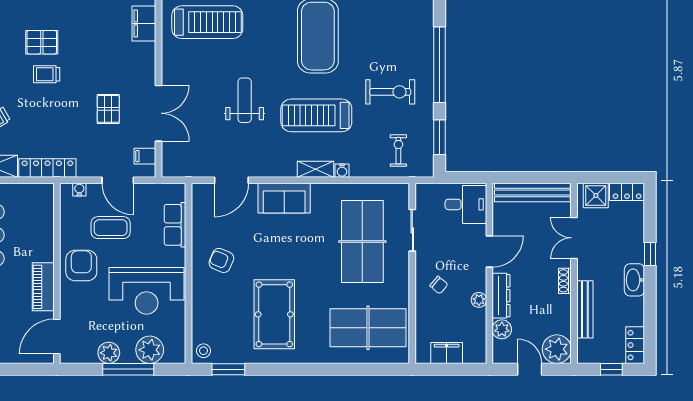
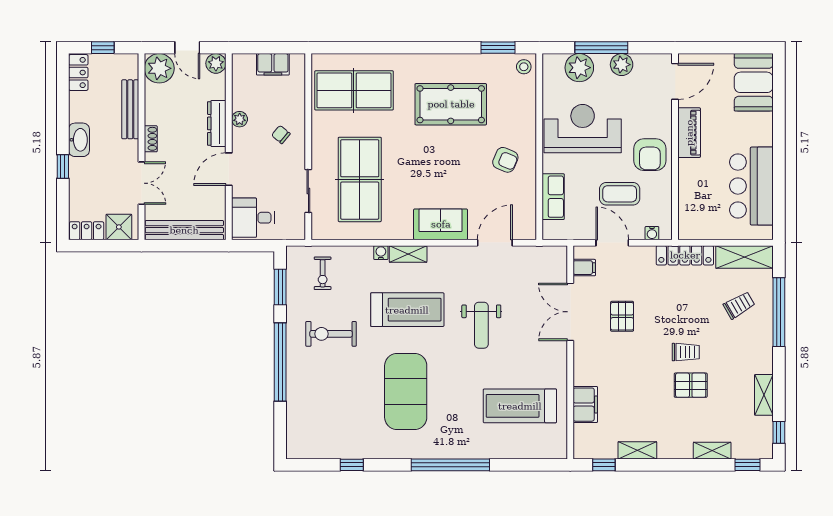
pool table: (274, 314) -> (451, 104), turned 90
plant: (502, 329) -> (216, 63), moved

